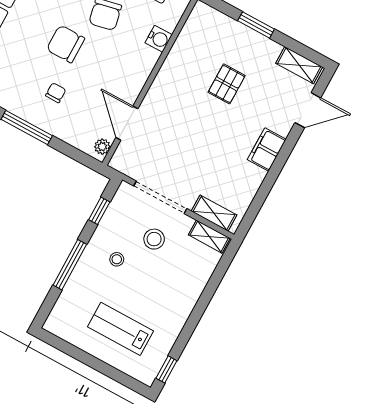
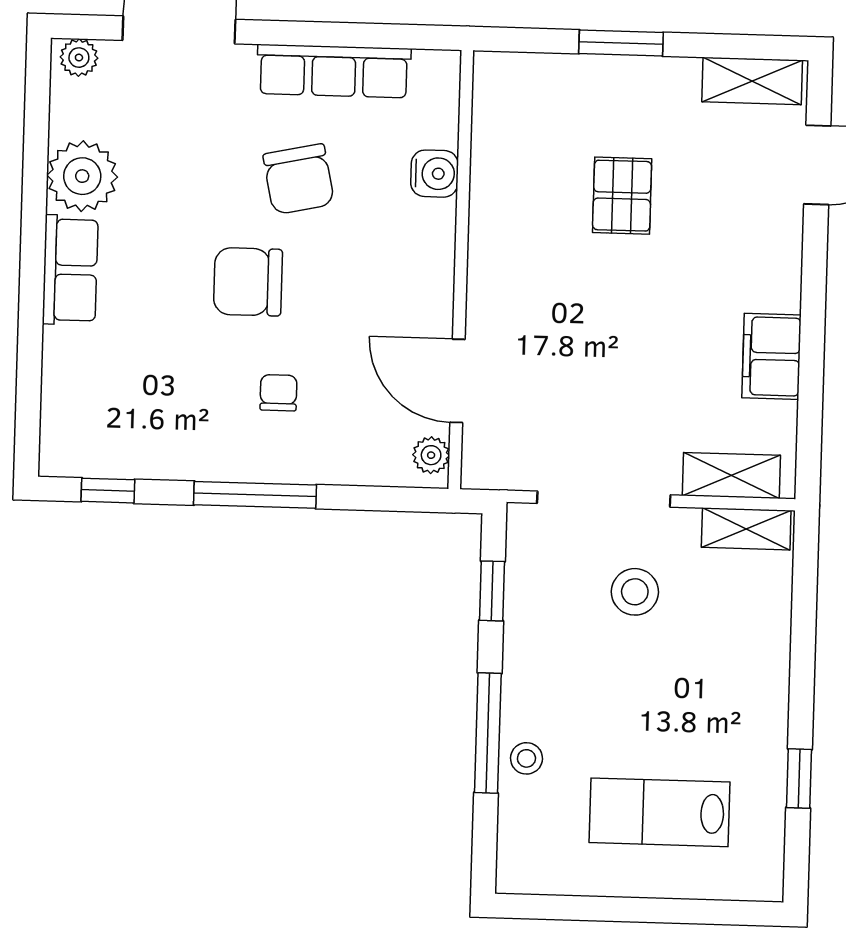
filing cabinet: (267, 149) -> (772, 356), moved
stool: (117, 259) -> (526, 758), moved
window: (166, 369) -> (799, 778), moved

